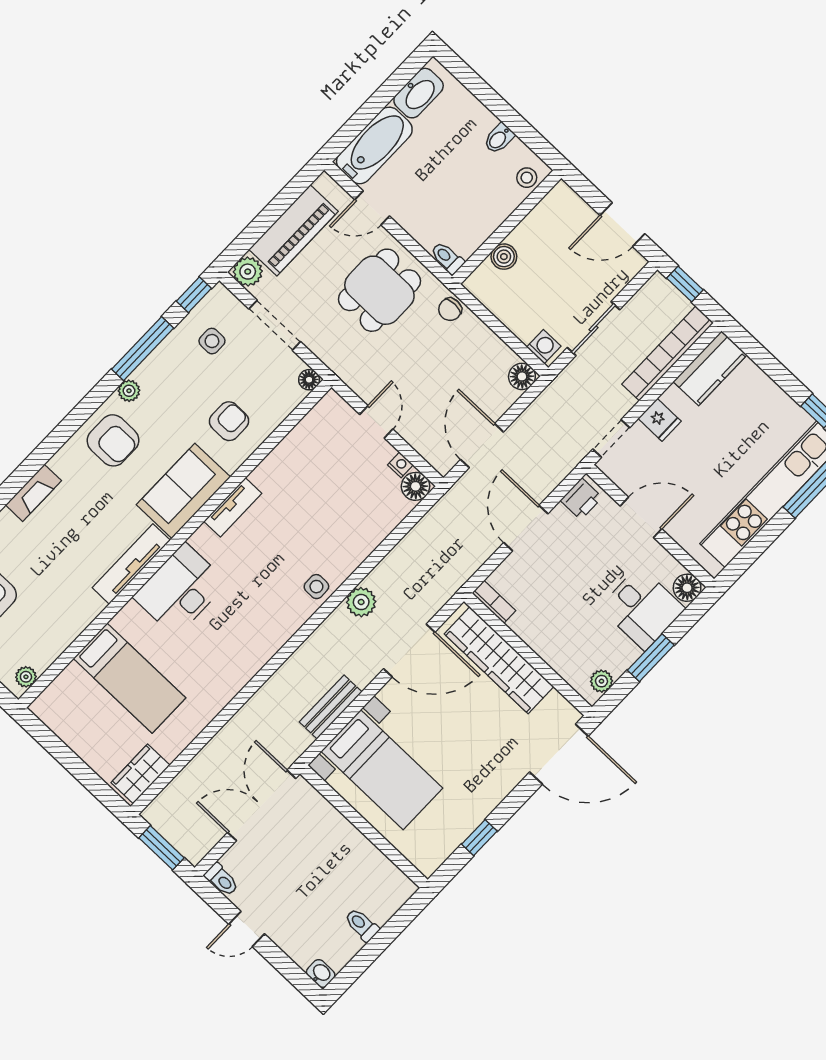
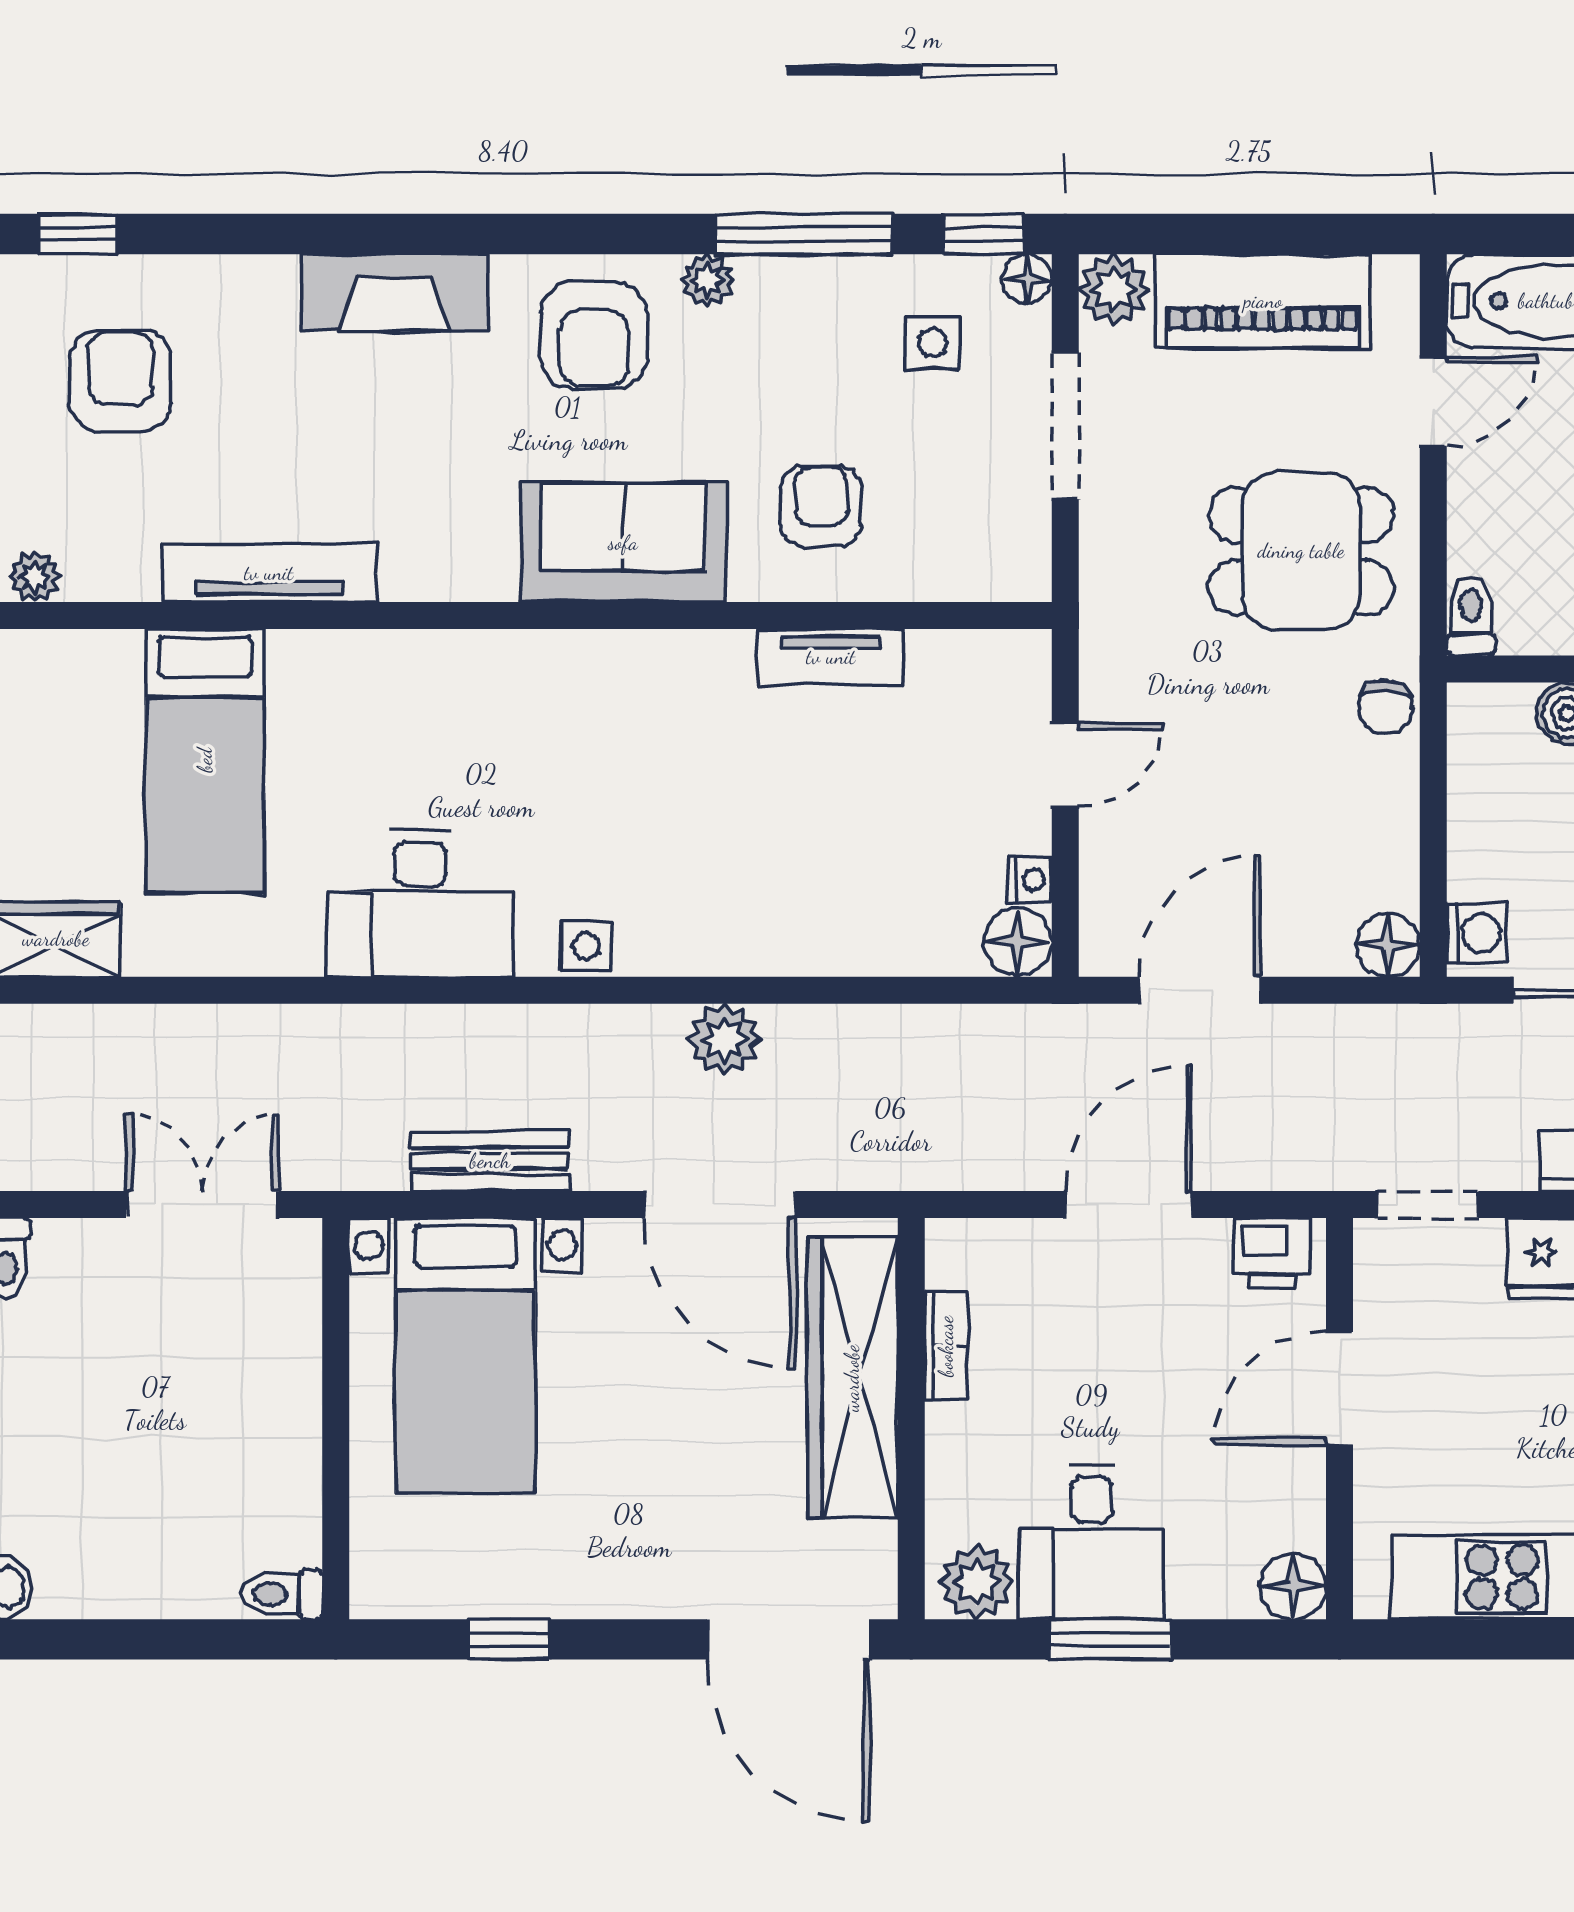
door: (372, 208) -> (1433, 401), swing flipped
chair: (450, 309) -> (1385, 707), turned -90
floor lamp: (309, 380) -> (1027, 279), moved
armchair: (229, 421) -> (821, 506), turned -90
fireplace: (33, 493) -> (394, 292), width x1.37, depth x1.32
tv unit: (233, 507) -> (831, 657), moved
door: (641, 517) -> (1340, 1388), swing flipped
tv unit: (131, 564) -> (269, 573), moved
side table: (316, 587) -> (586, 946), moved
desk: (180, 590) -> (420, 904), moved, turned 180
bookcase: (494, 602) -> (946, 1346), moved
desk: (642, 608) -> (1091, 1542), moved
plant: (601, 681) -> (977, 1582), width x1.38, depth x1.38
double door: (262, 805) -> (202, 1204), width x0.73
toilet: (362, 925) -> (282, 1594), moved, turned -90

